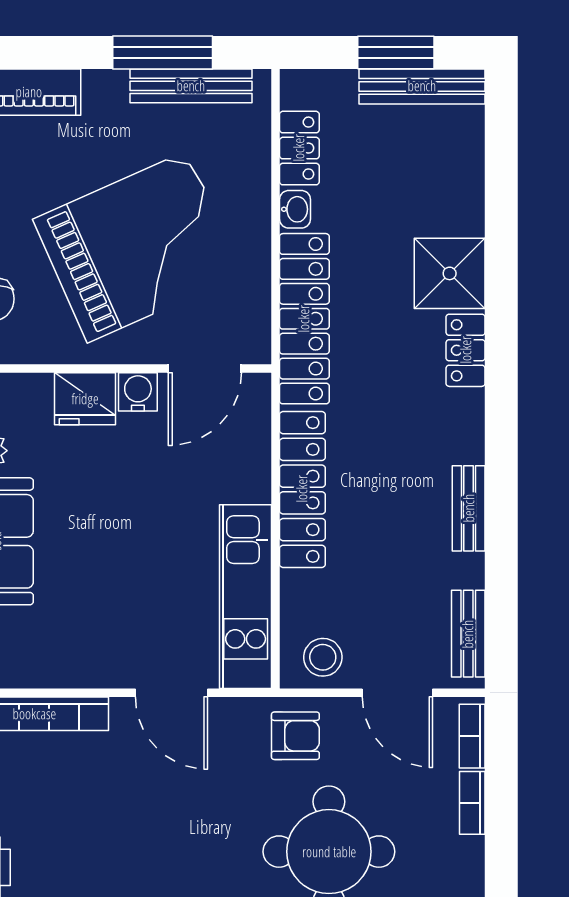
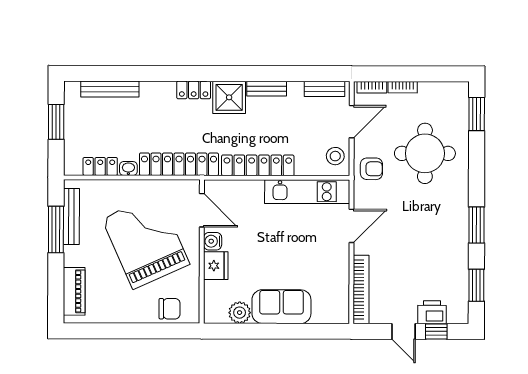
bench: (422, 86) -> (110, 89), moved, turned 90
shower: (450, 273) -> (229, 97), moved
armchair: (295, 736) -> (371, 169), turned 90

